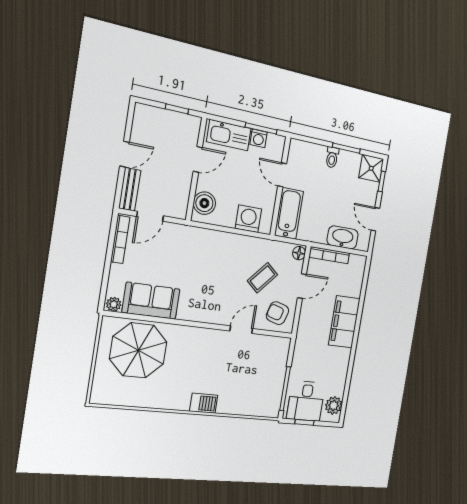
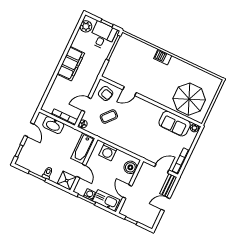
door: (198, 159) -> (127, 192), hinge flipped
shower: (371, 168) -> (67, 181), moved
filing cabinet: (344, 322) -> (71, 64), moved

